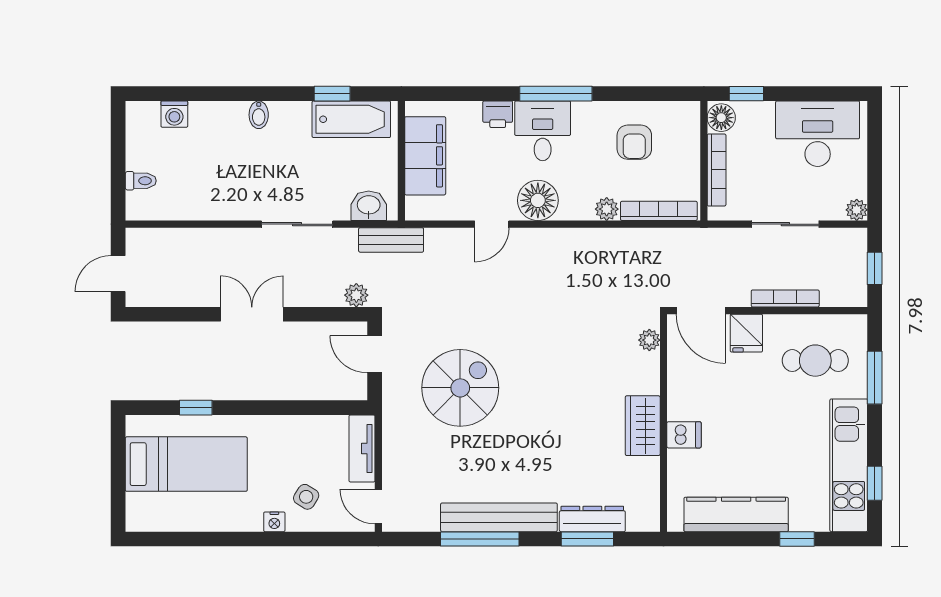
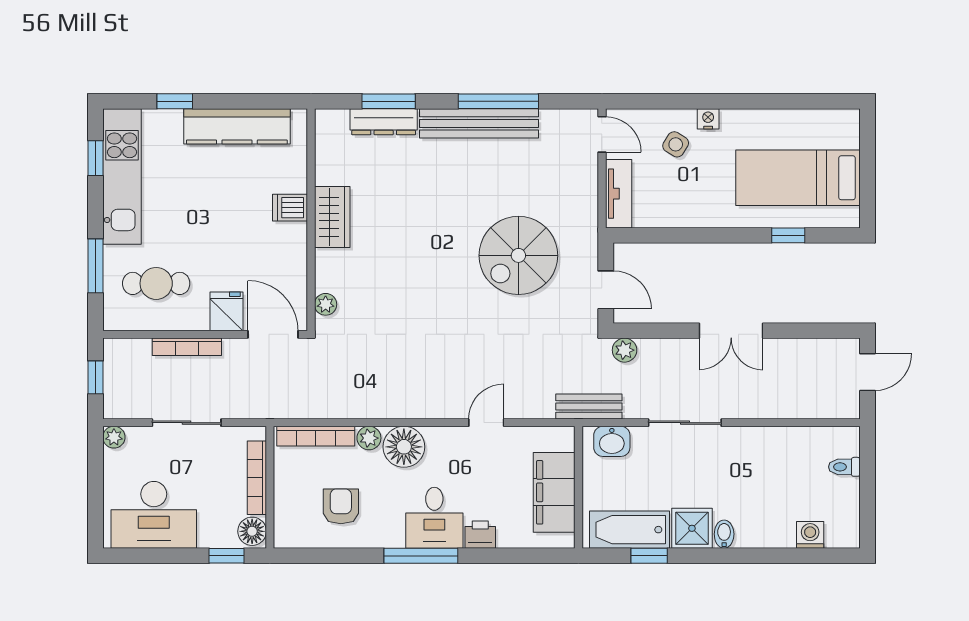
shower: (290, 121) -> (692, 528), added
floor lamp: (538, 200) -> (404, 447), moved

